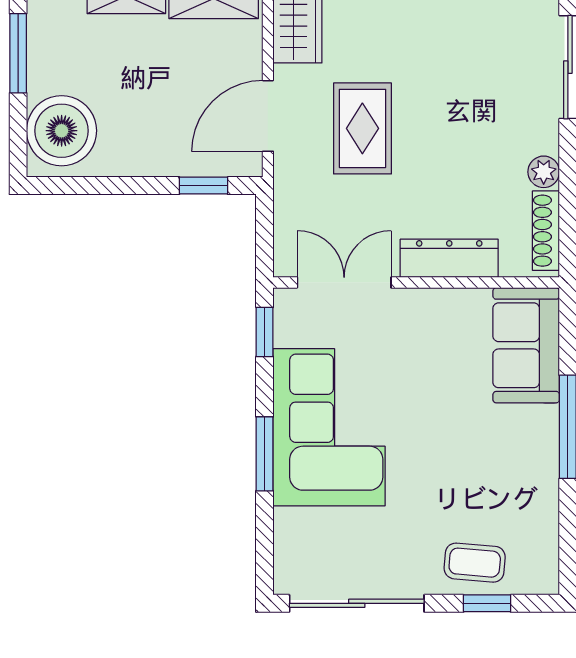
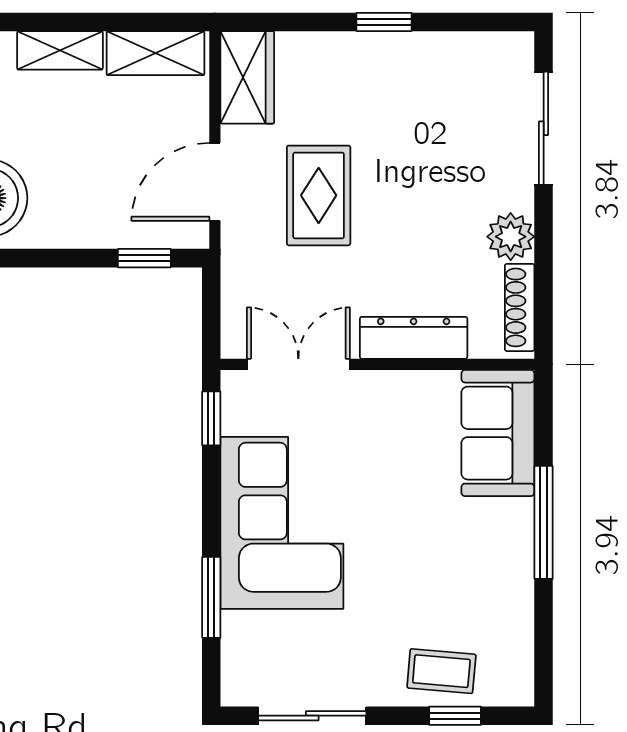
plant: (544, 172) -> (511, 237), width x1.38, depth x1.38
window: (265, 454) -> (211, 597), moved
sliding door: (357, 603) -> (312, 716), width x0.73

